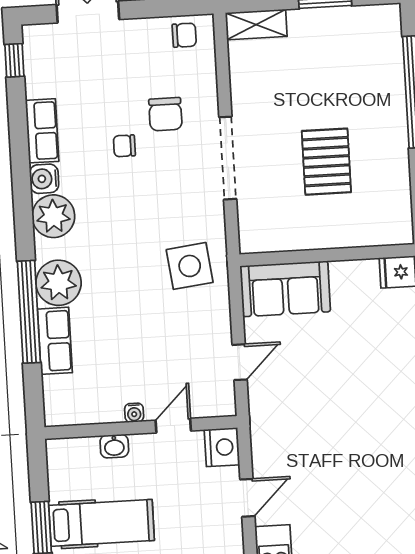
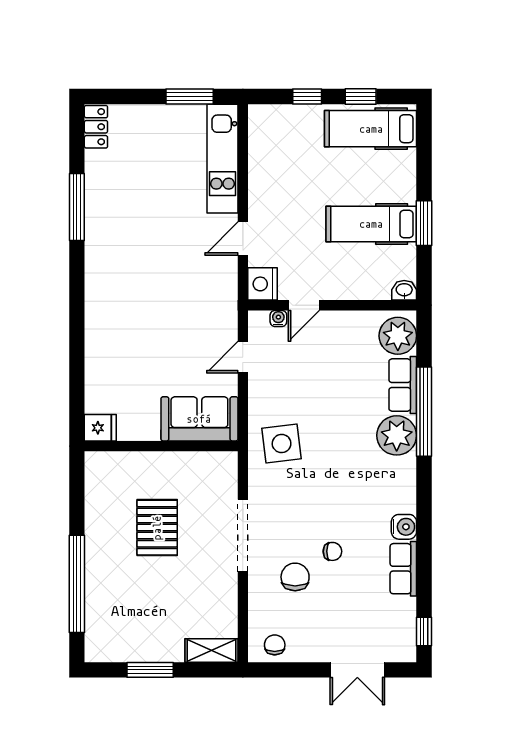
chair: (184, 35) -> (275, 645), turned 90
plant: (53, 216) -> (398, 336), moved
water cooler: (134, 413) -> (278, 318), moved
washbasin: (114, 446) -> (404, 290), moved

